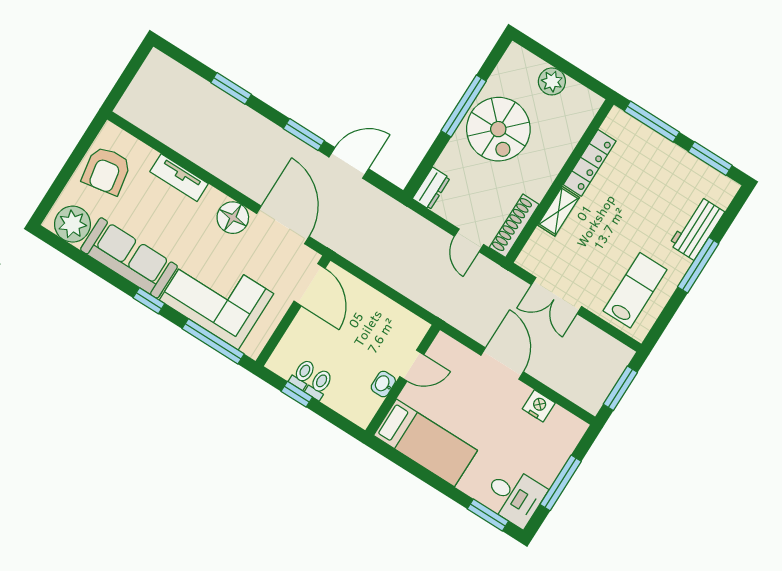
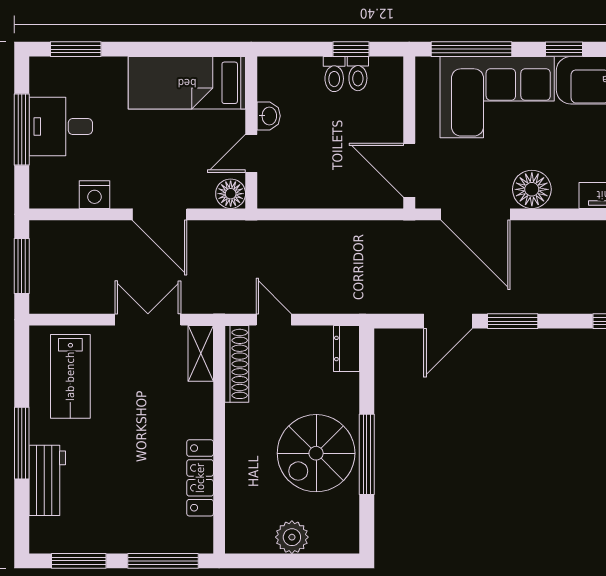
spiral stairs: (498, 129) -> (316, 453), turned -90
shelving: (558, 211) -> (201, 353), moved
floor lamp: (444, 347) -> (231, 194), added
desk: (514, 496) -> (61, 127), moved

